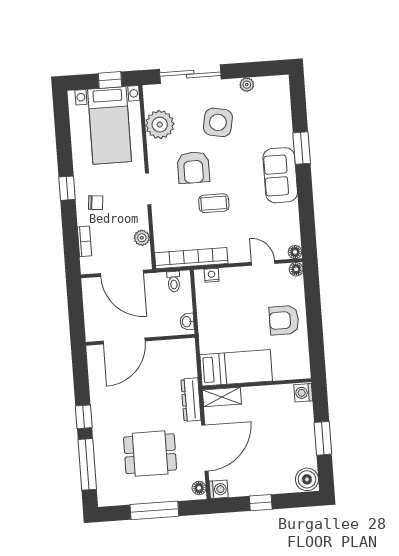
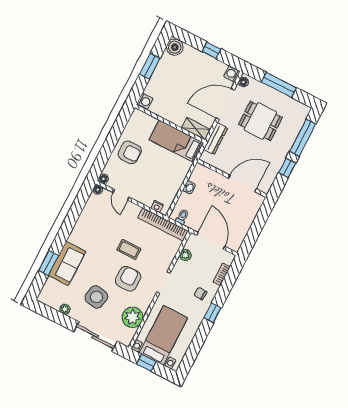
window: (302, 148) -> (49, 263), moved
sofa: (280, 175) -> (67, 263), moved
wall: (140, 340) -> (232, 178), moved
door: (124, 341) -> (242, 183), moved

